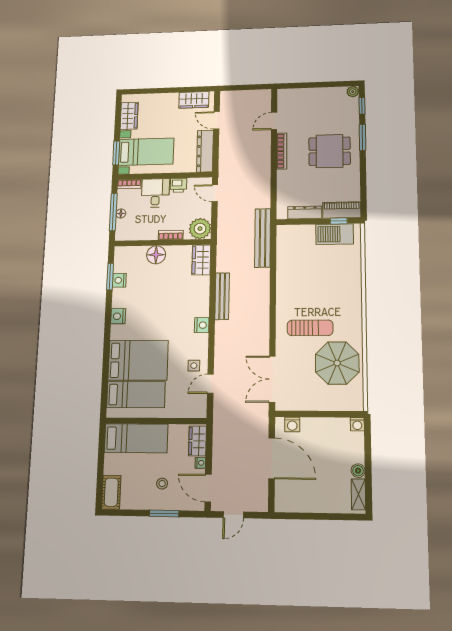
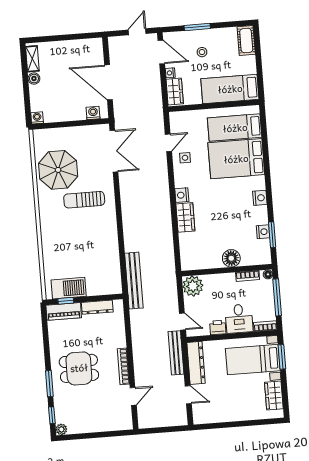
wardrobe: (194, 100) -> (212, 415), removed
floor lamp: (121, 213) -> (268, 274), moved
bookcase: (171, 235) -> (248, 276), moved
wardrobe: (201, 260) -> (185, 217), moved
bench: (222, 296) -> (176, 353), moved

